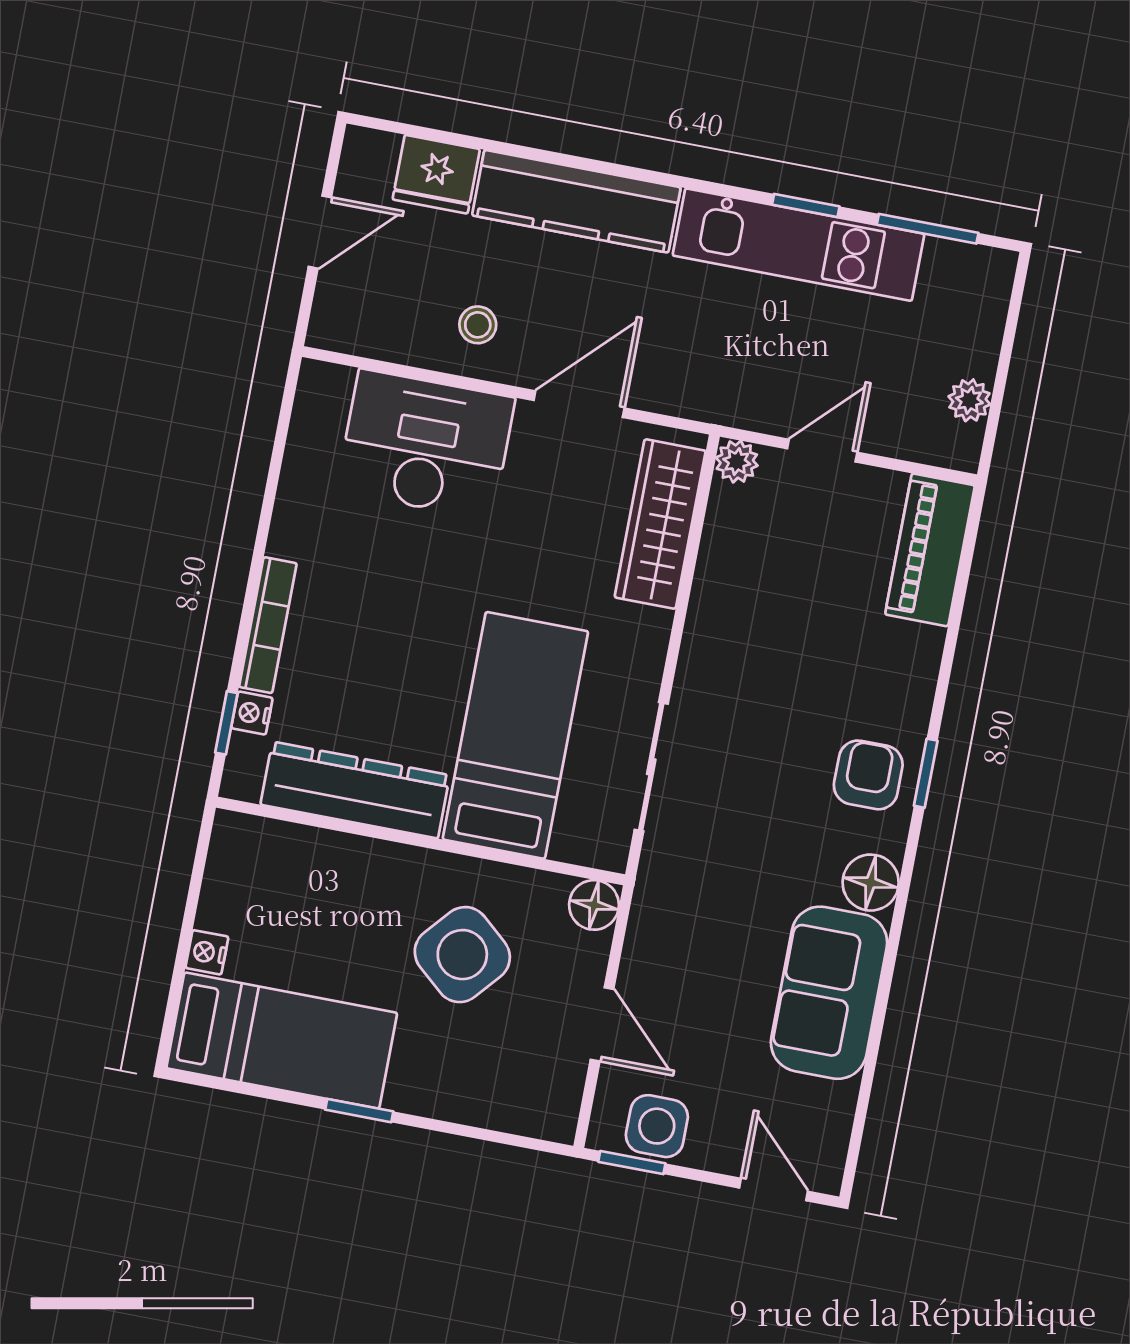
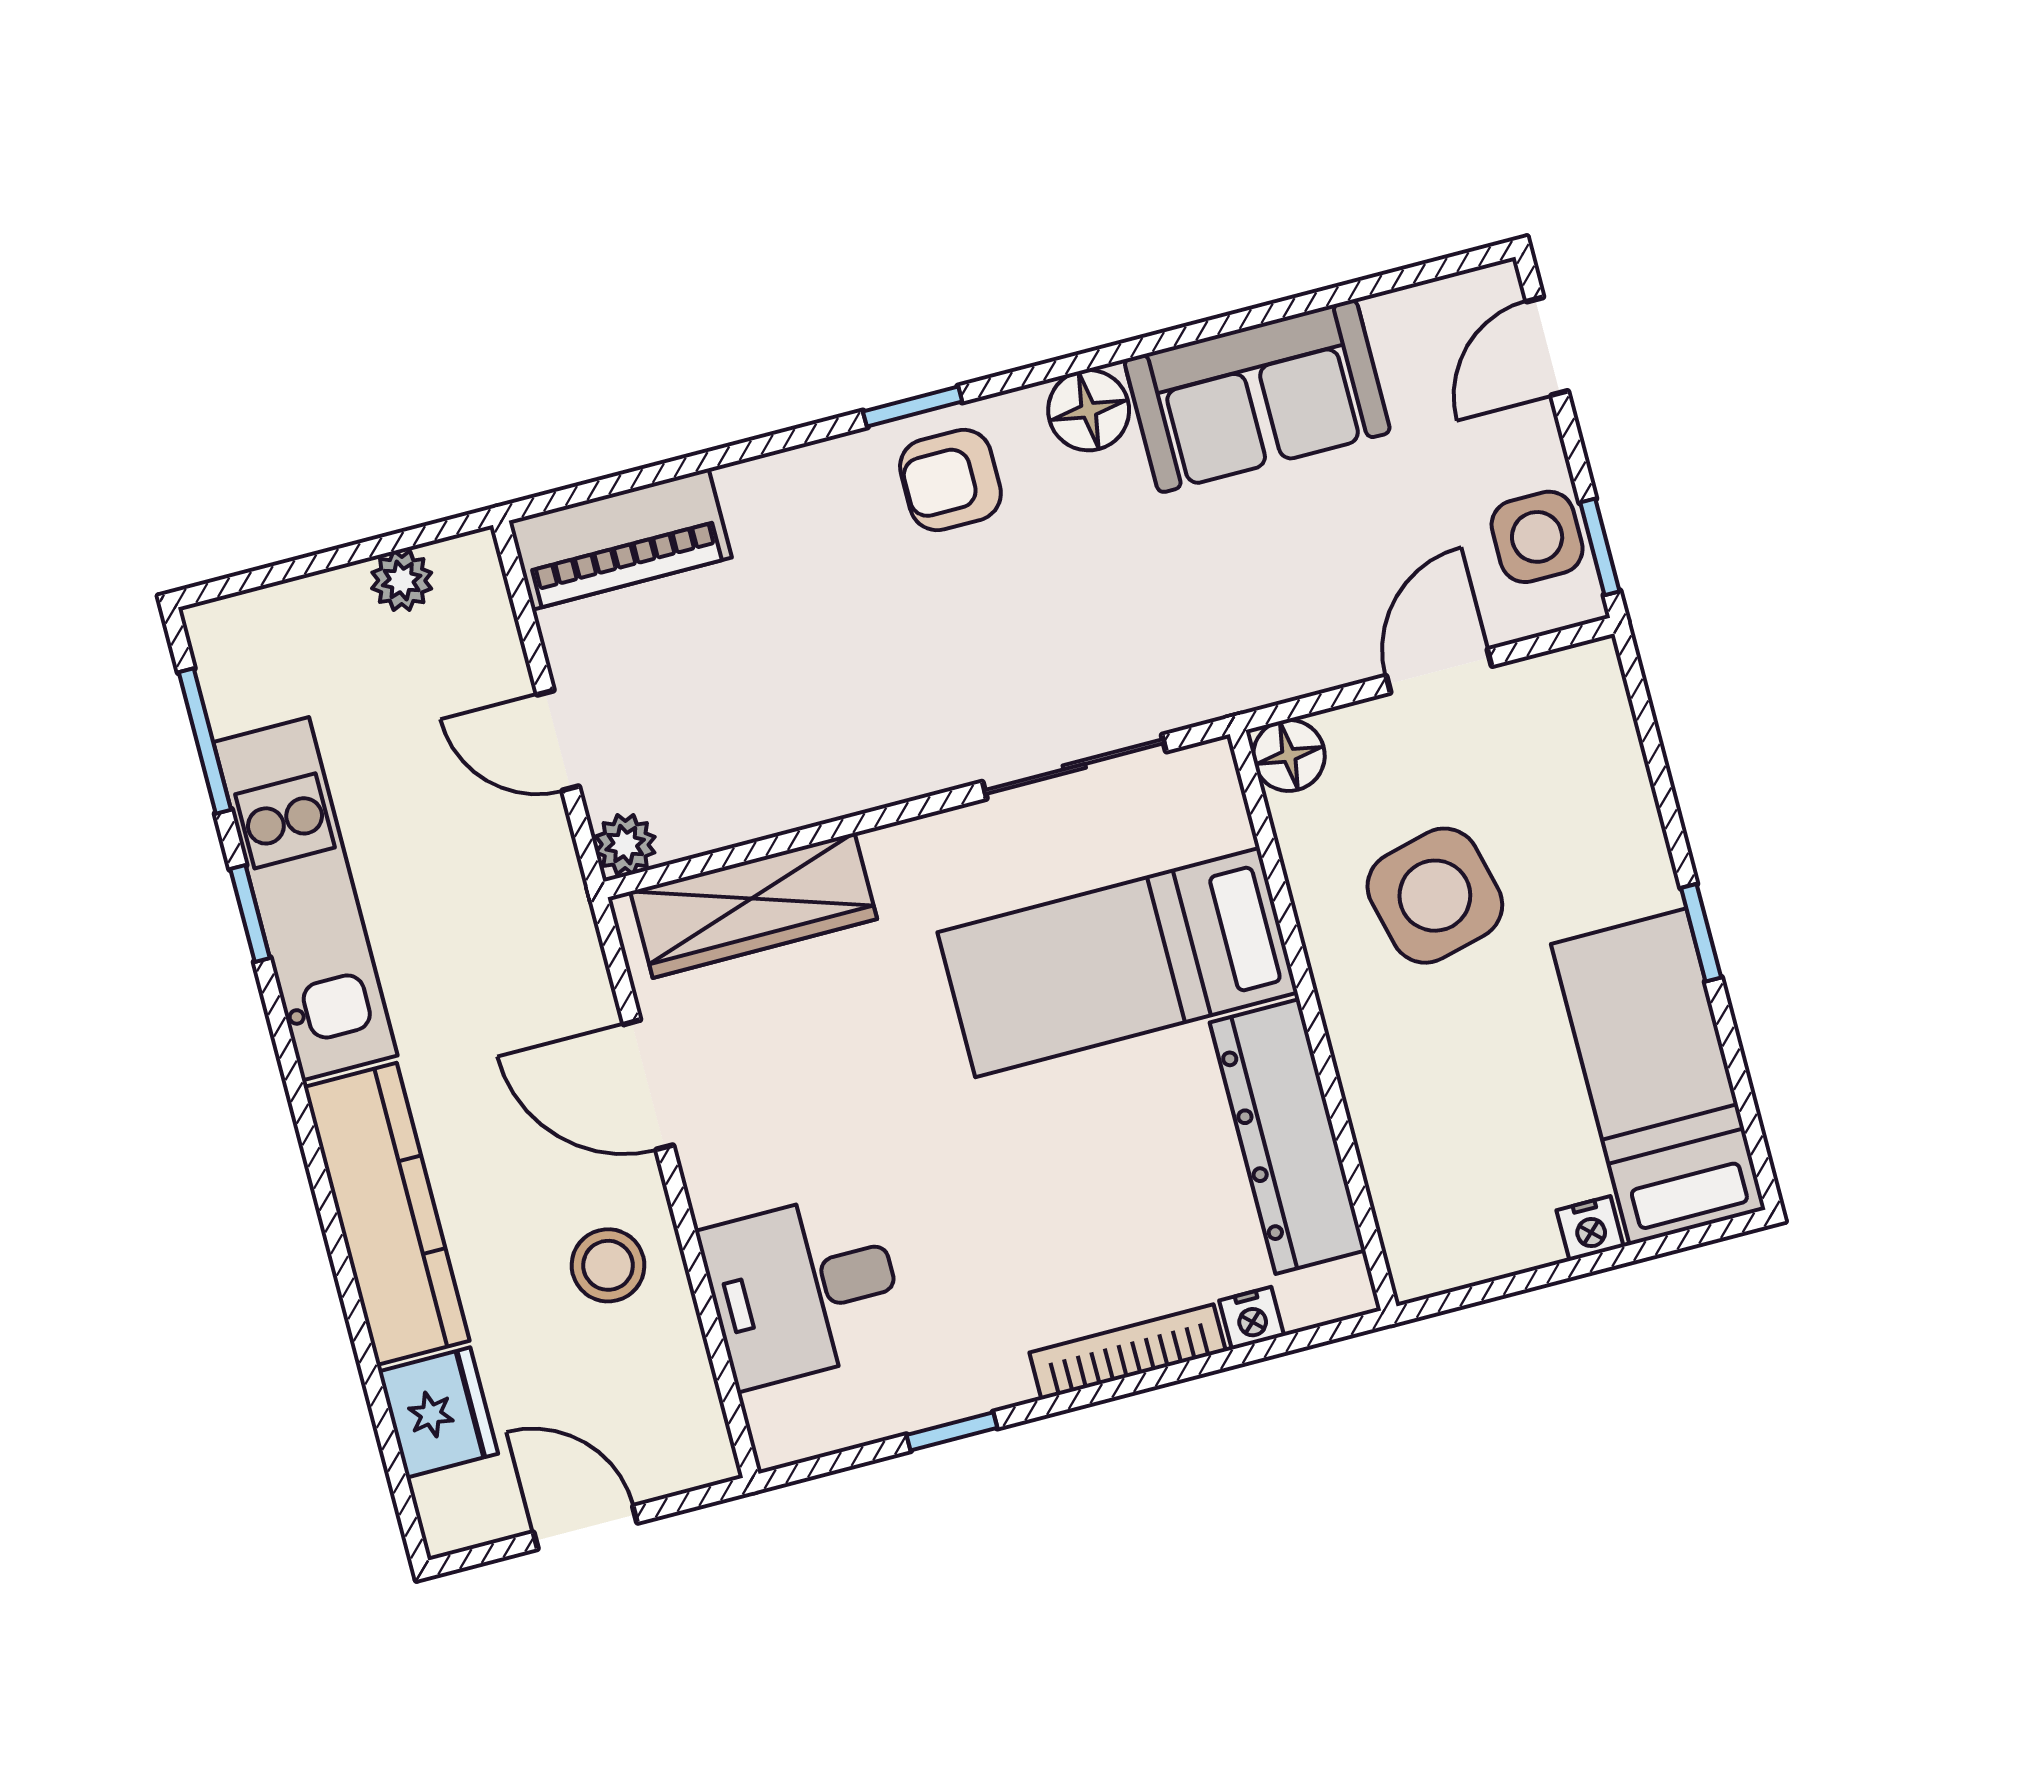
stool: (478, 325) -> (608, 1265), width x1.37, depth x1.37
desk: (426, 444) -> (803, 1289), width x0.73
window: (226, 723) -> (952, 1431), moved
side table: (462, 955) -> (1435, 896), turned 35

